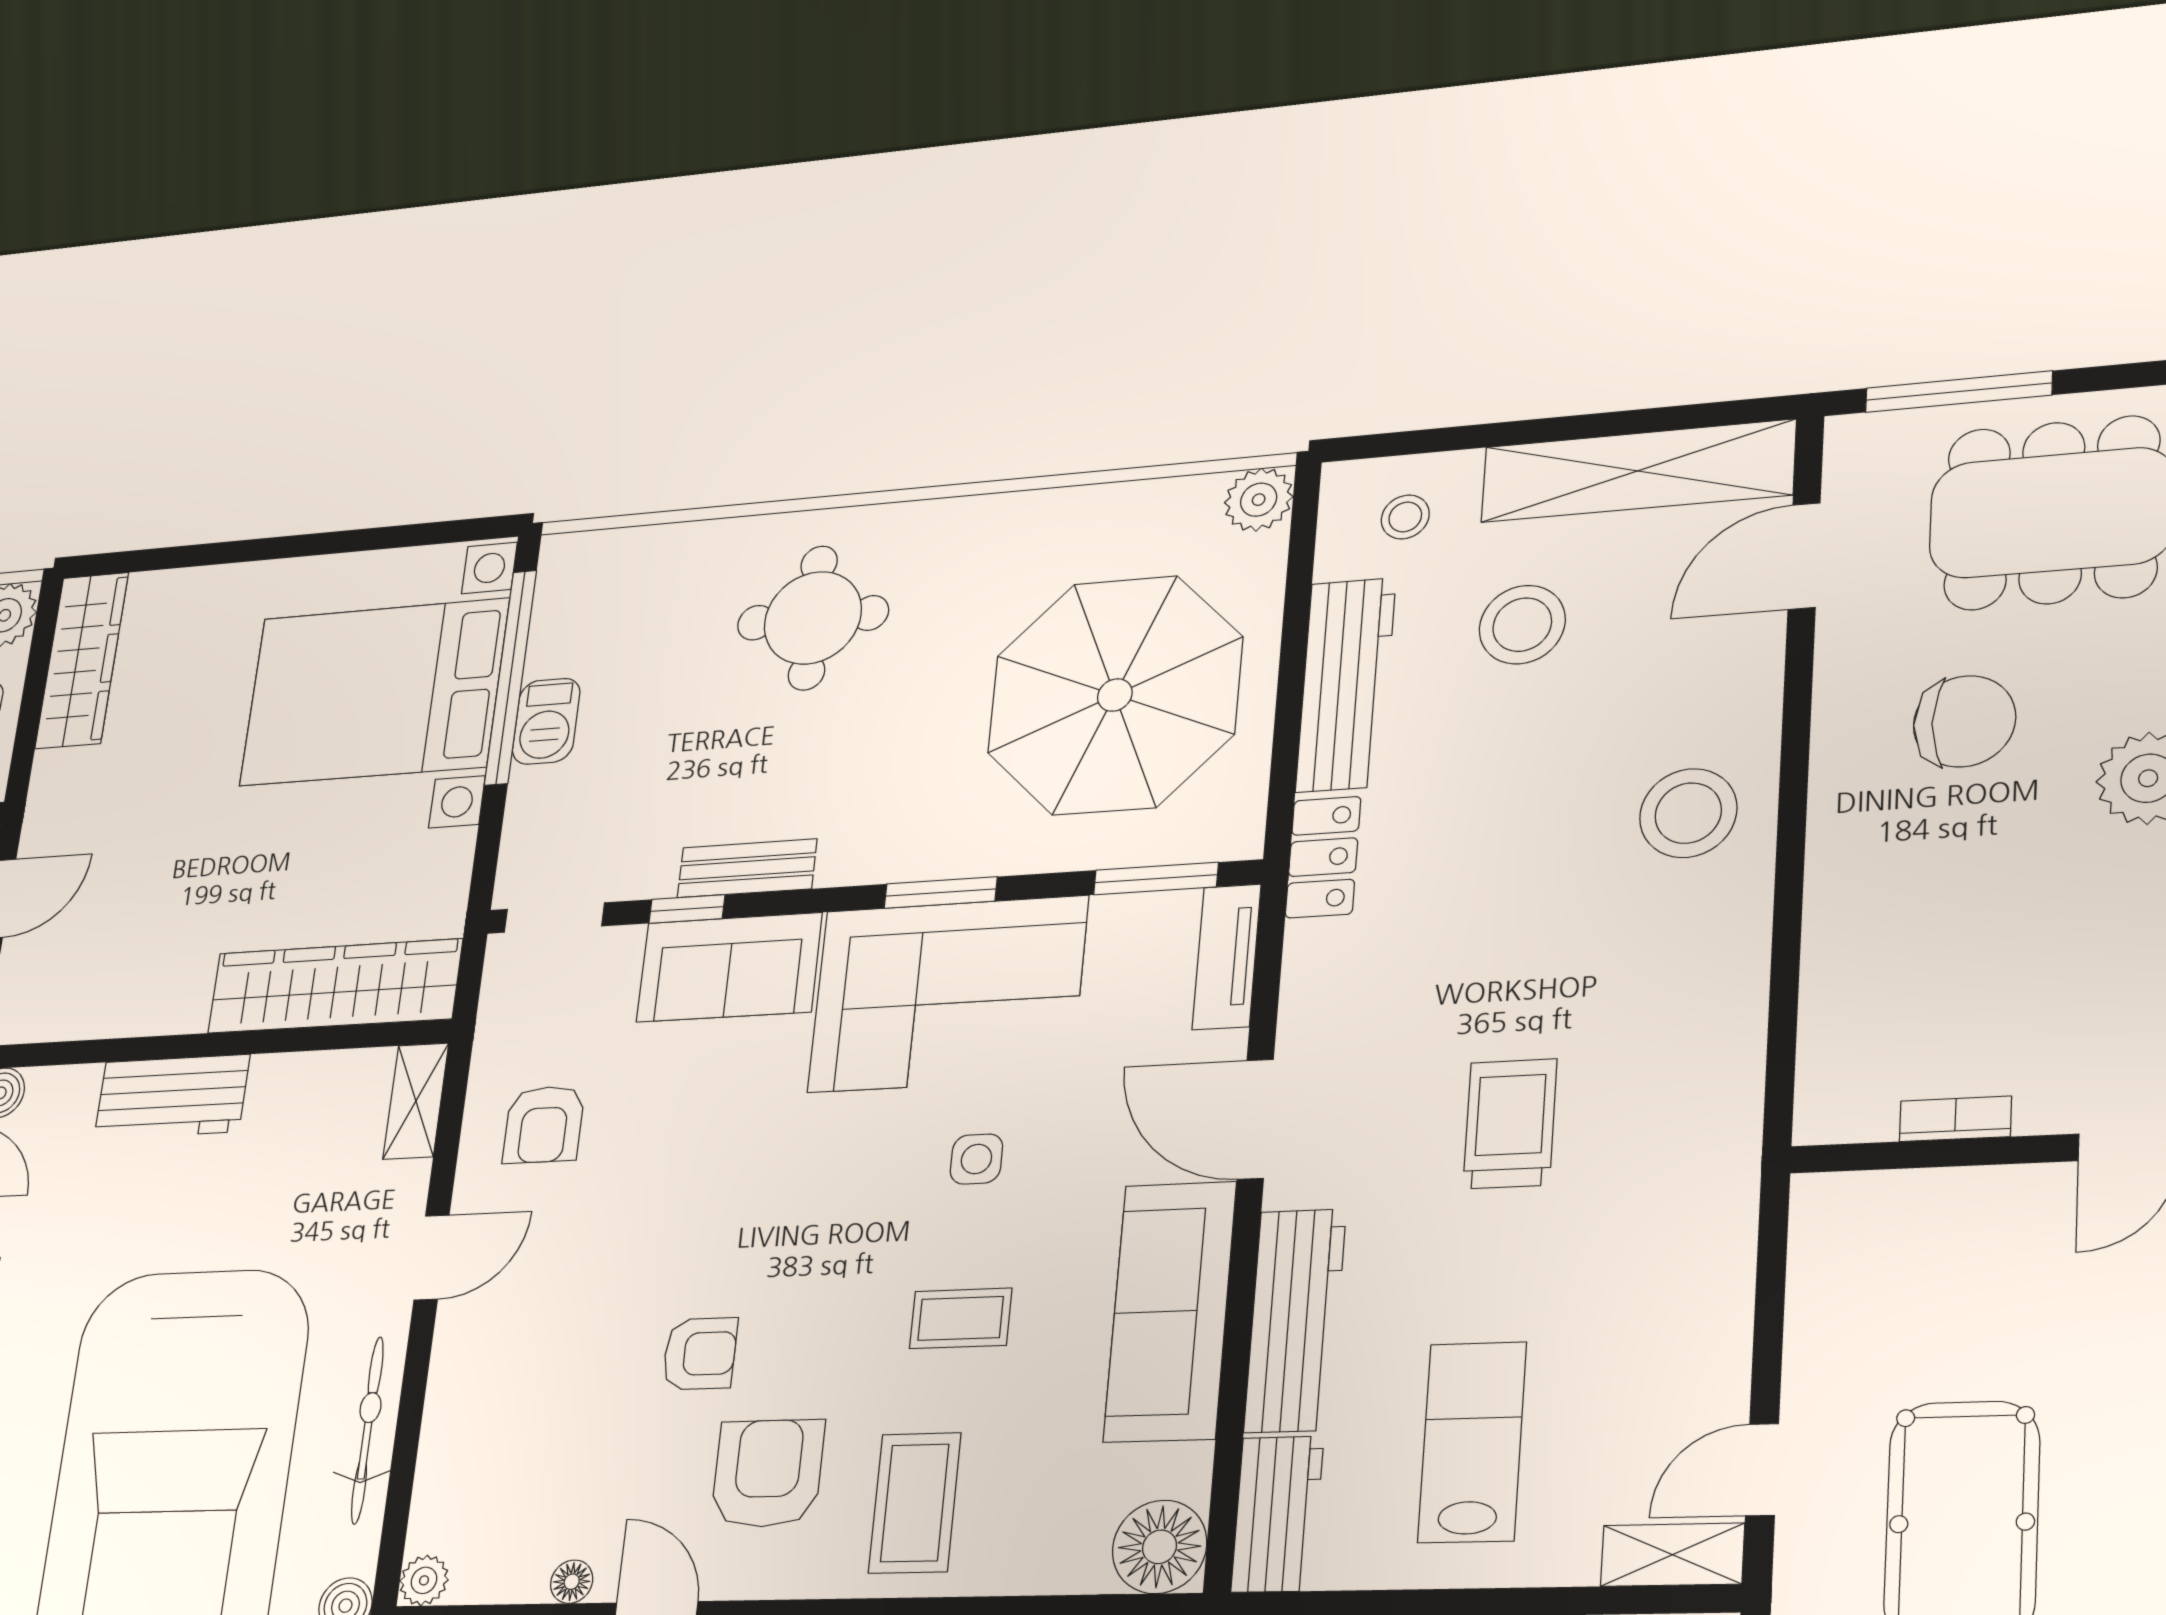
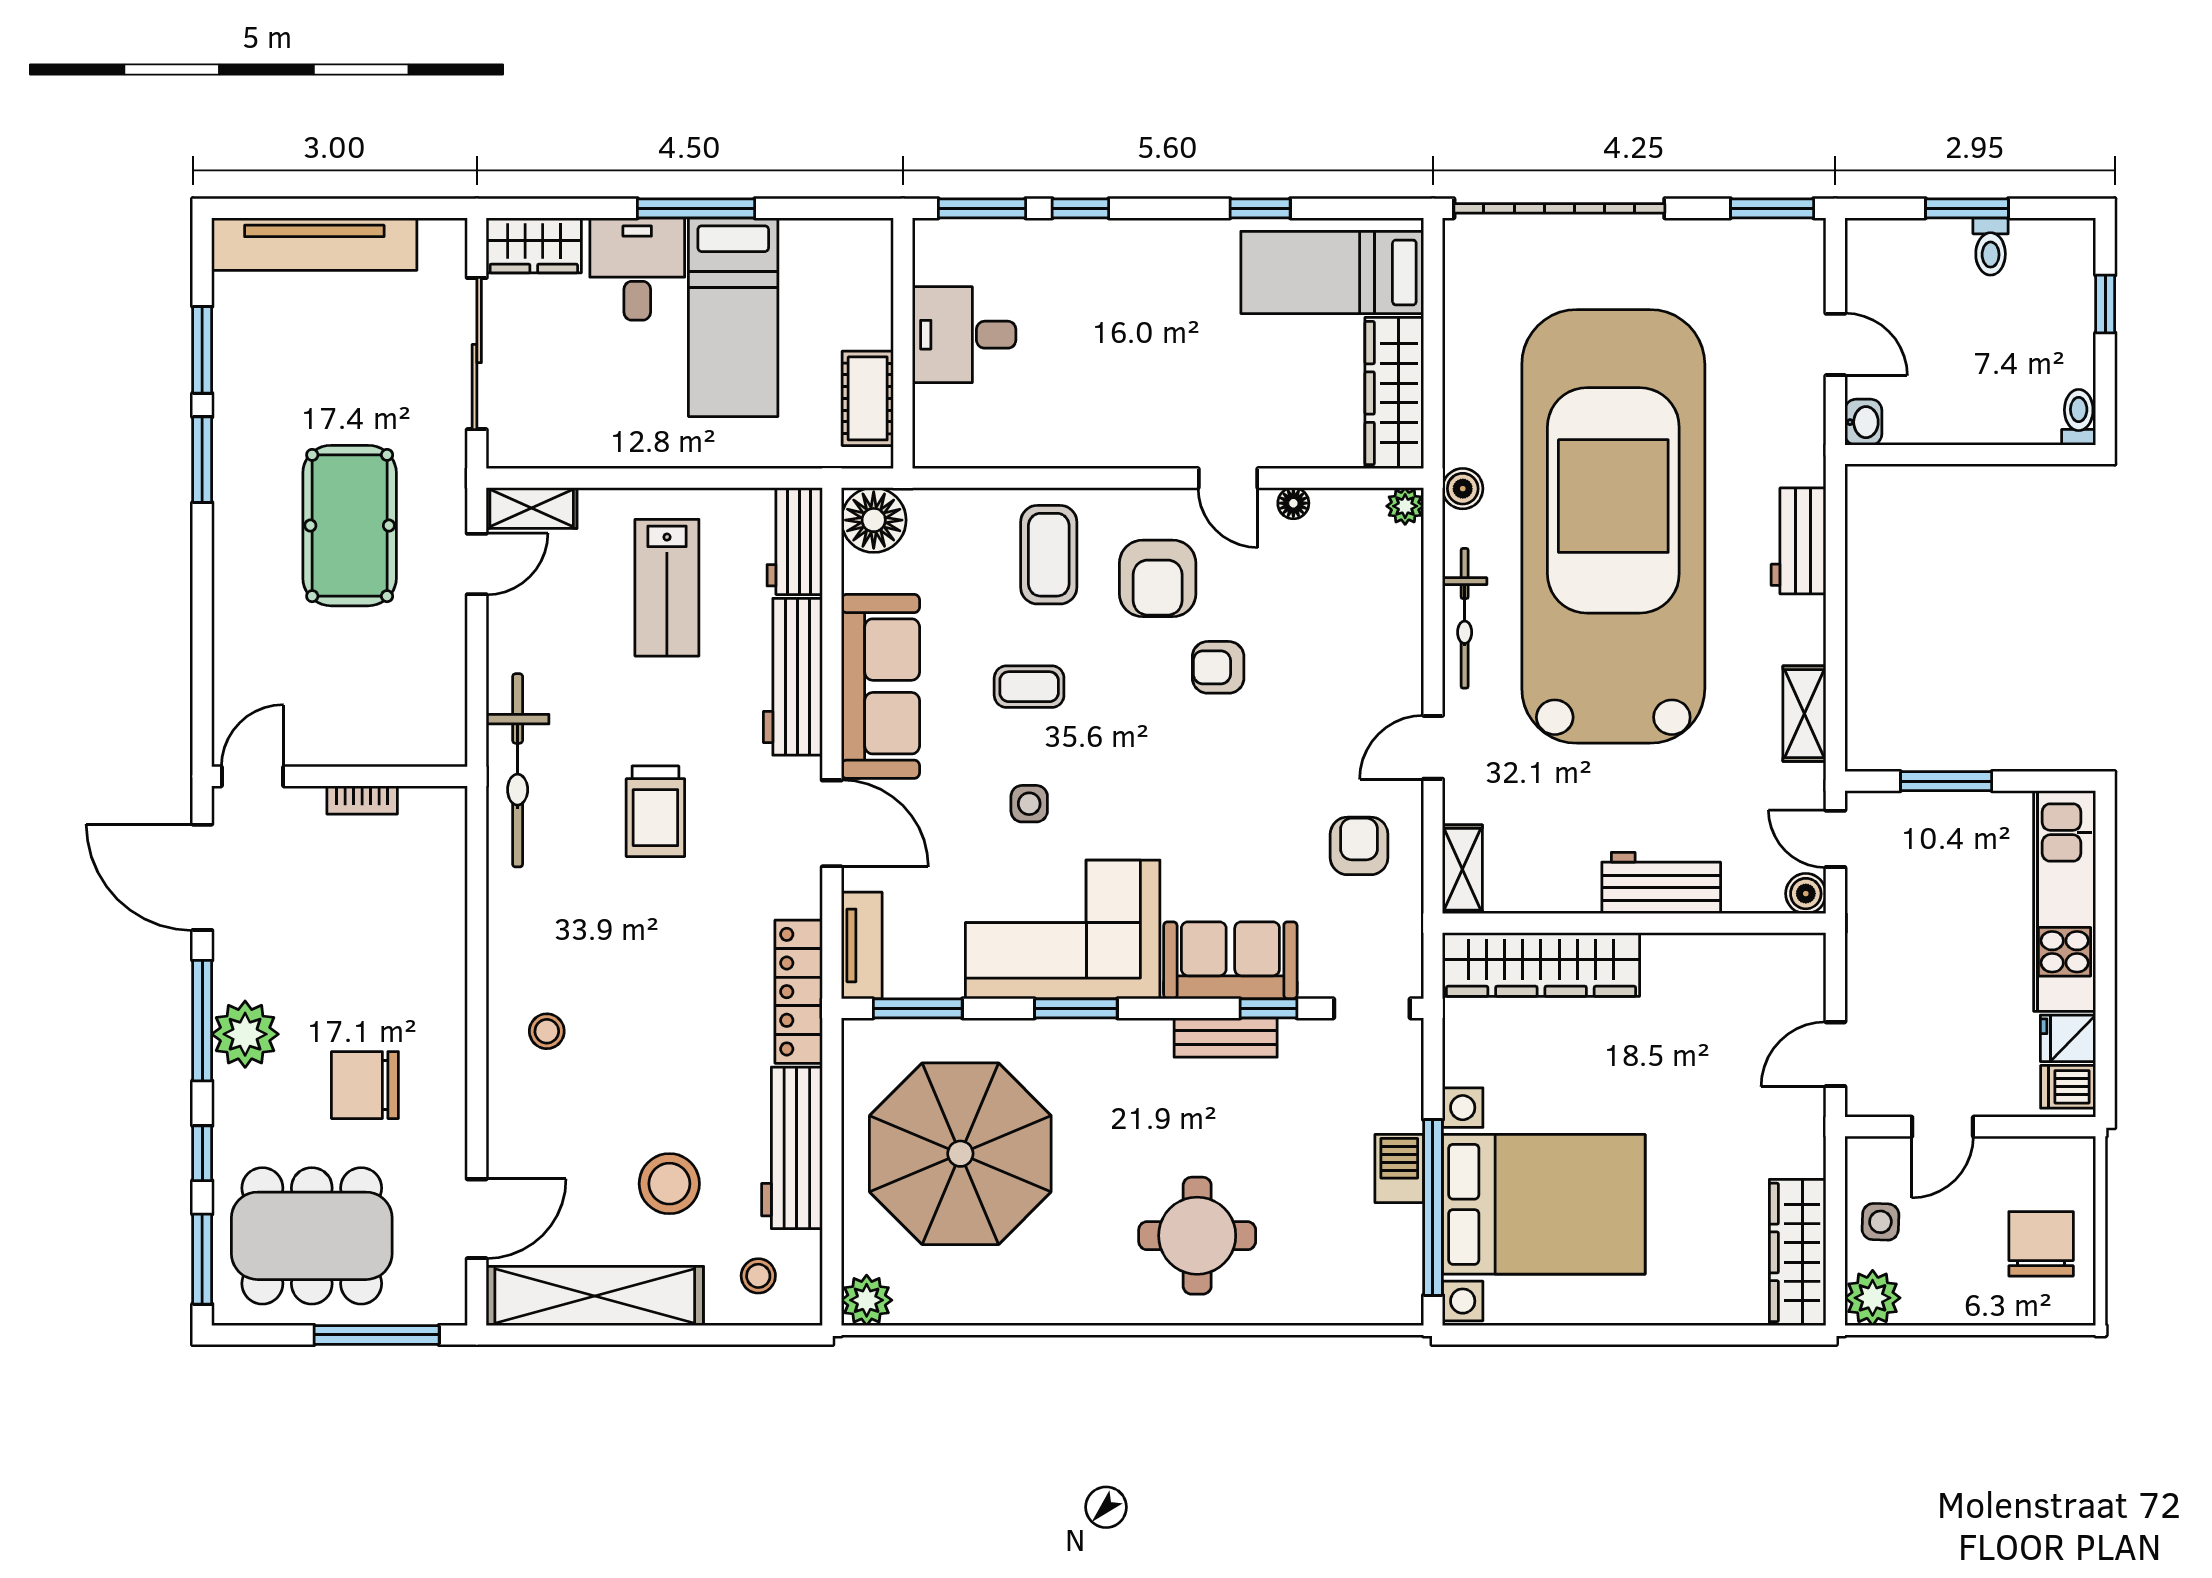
stool: (1688, 813) -> (547, 1031), width x0.53, depth x0.53
locker: (1323, 857) -> (799, 992), width x1.53
bicycle: (1713, 1172) -> (518, 770), added

